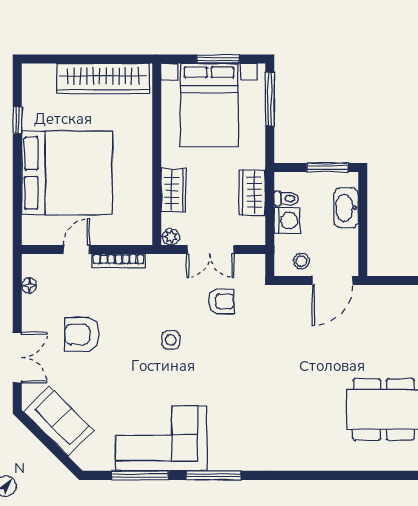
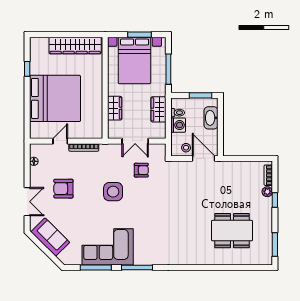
window: (270, 99) -> (168, 69), moved
plant: (171, 237) -> (113, 134), removed
door: (333, 280) -> (204, 158), swing flipped
side table: (171, 340) -> (113, 192), width x1.87, depth x1.87

